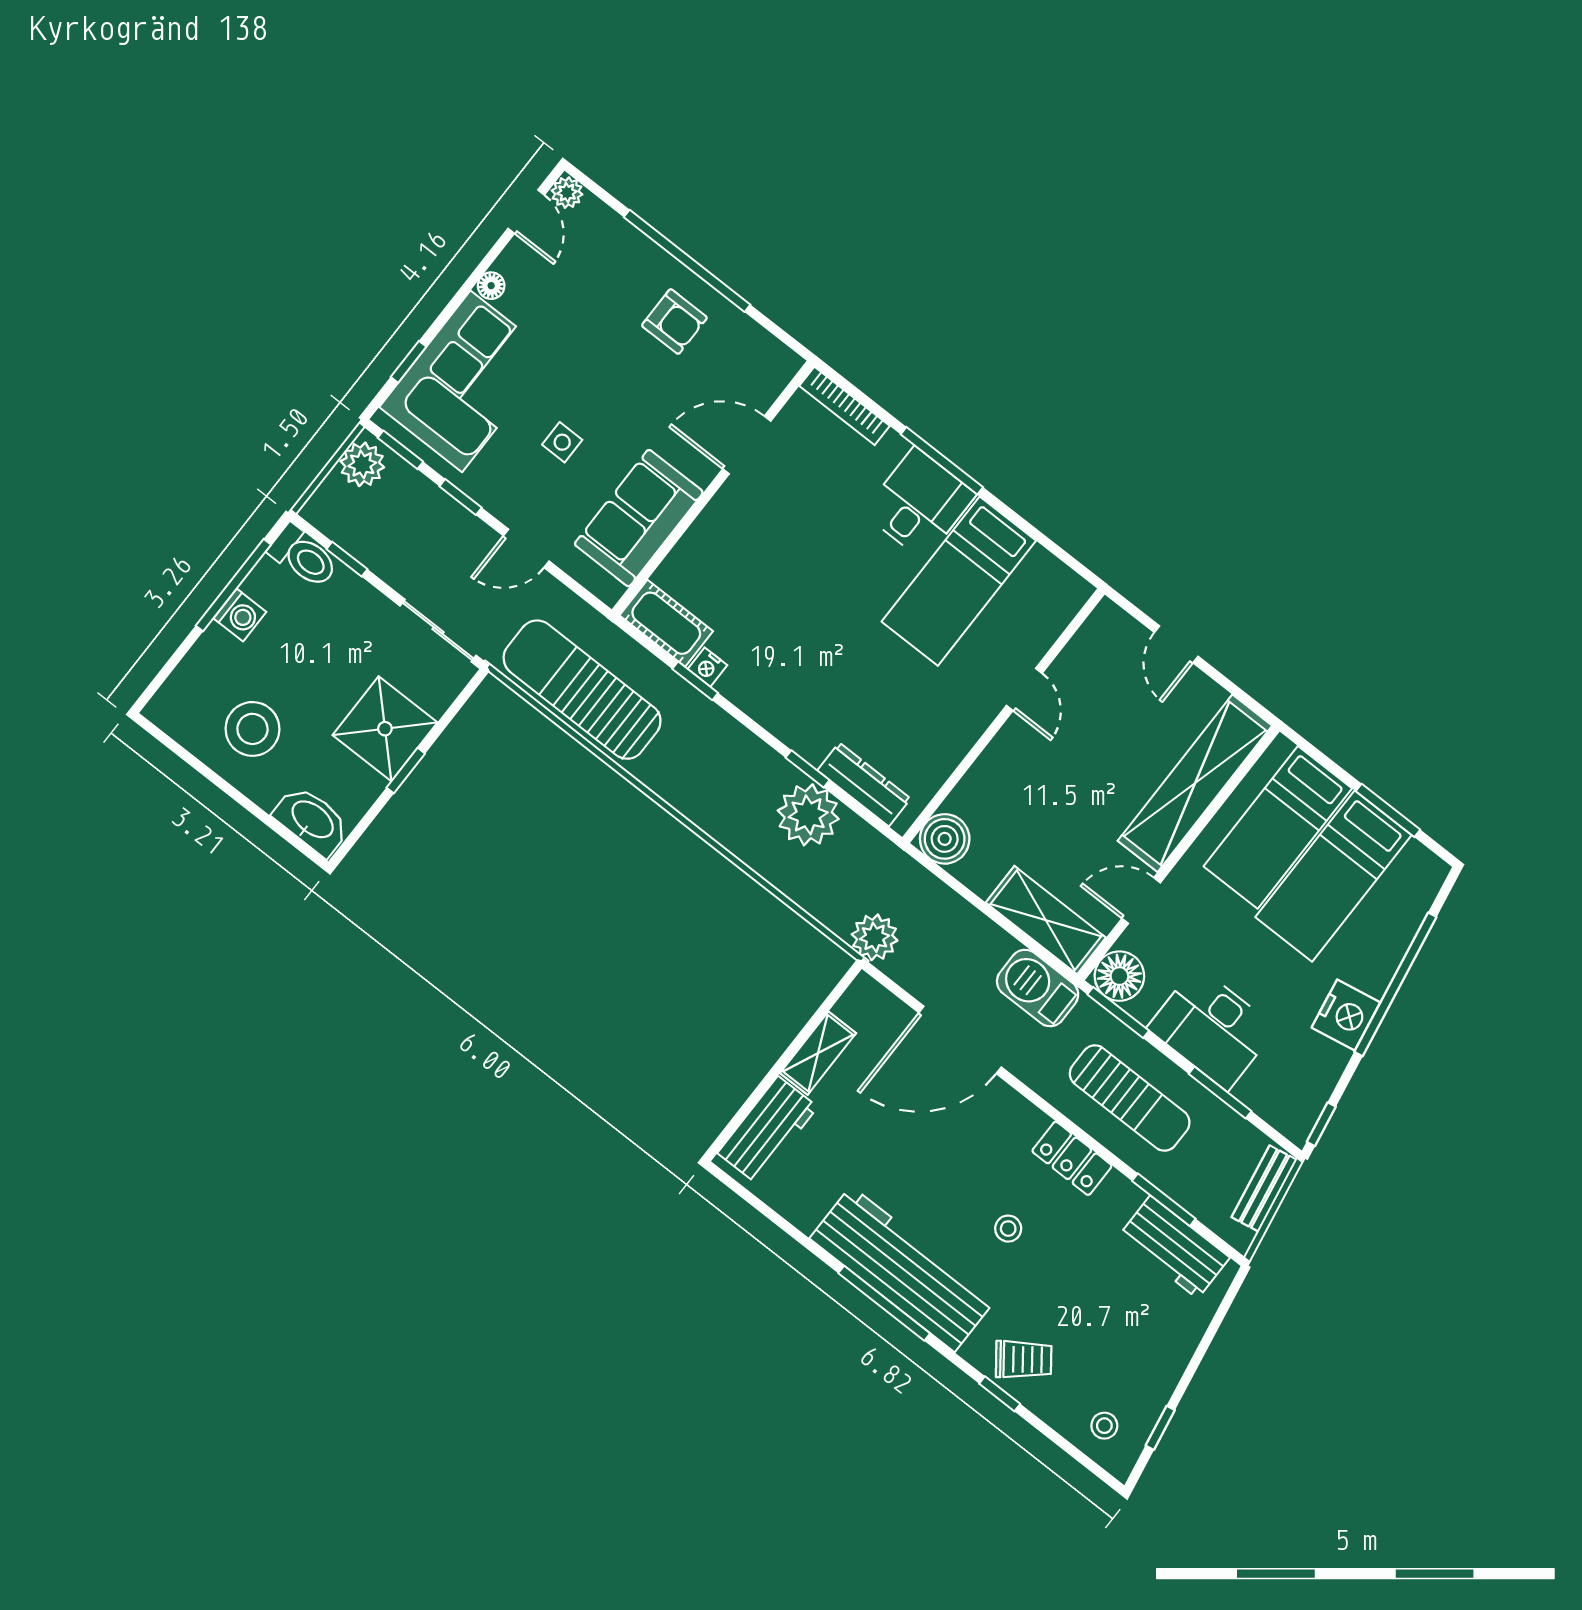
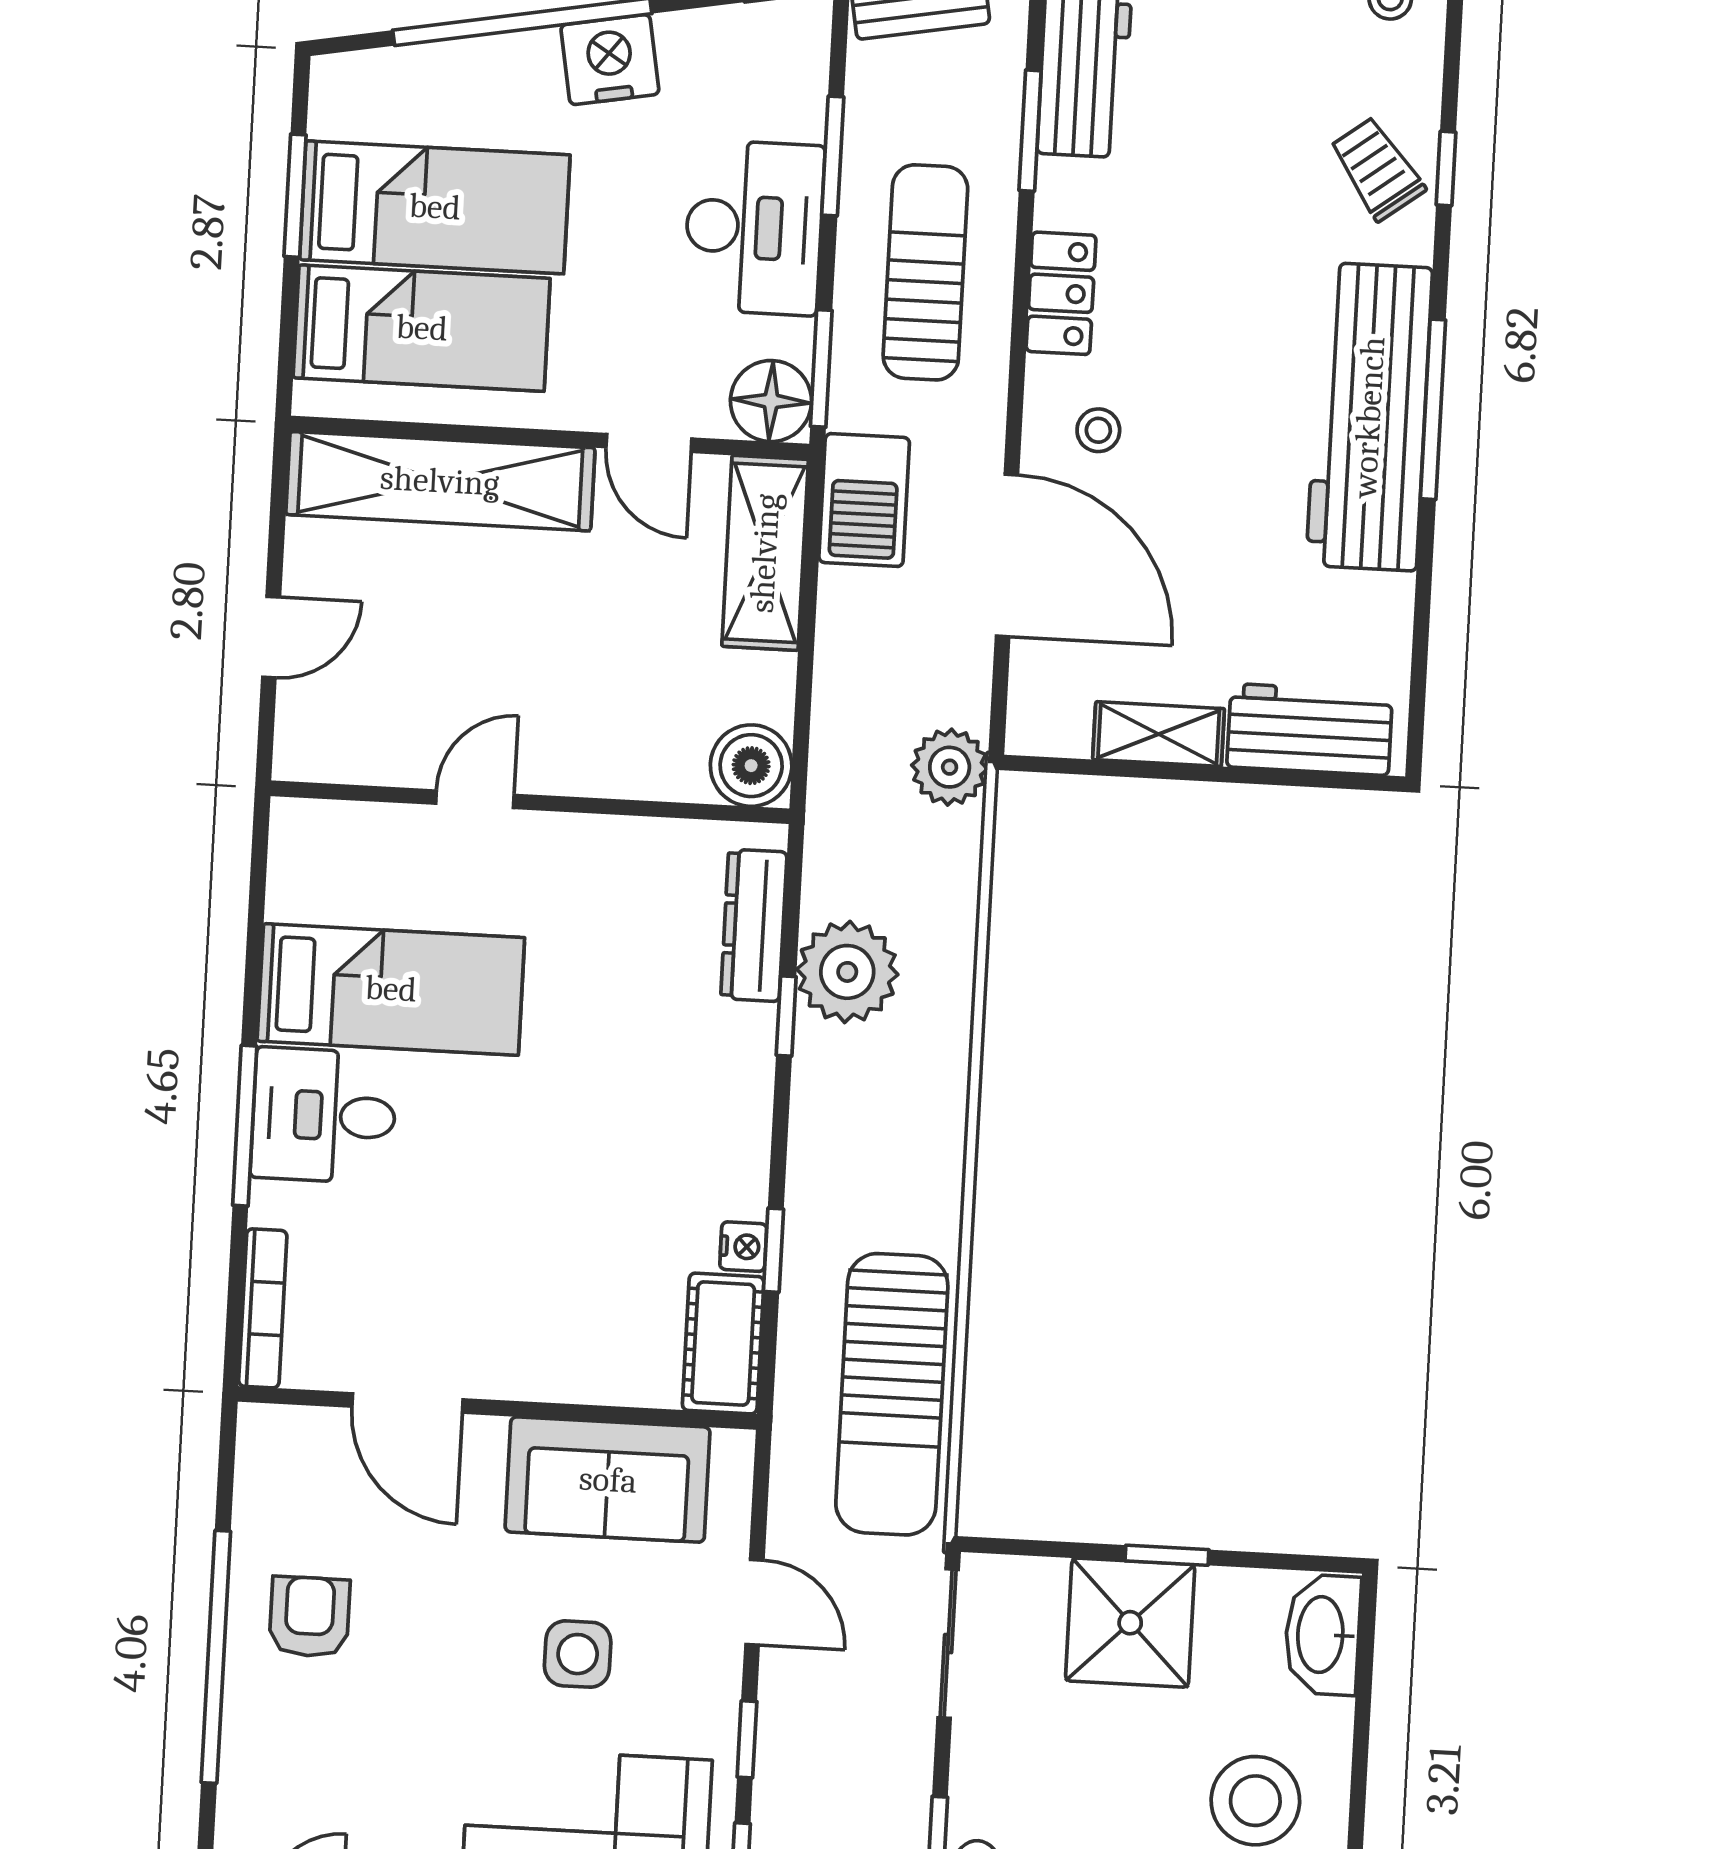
side table: (562, 442) -> (578, 1654), width x1.37, depth x1.37
stool: (1008, 1229) -> (1098, 430), moved

